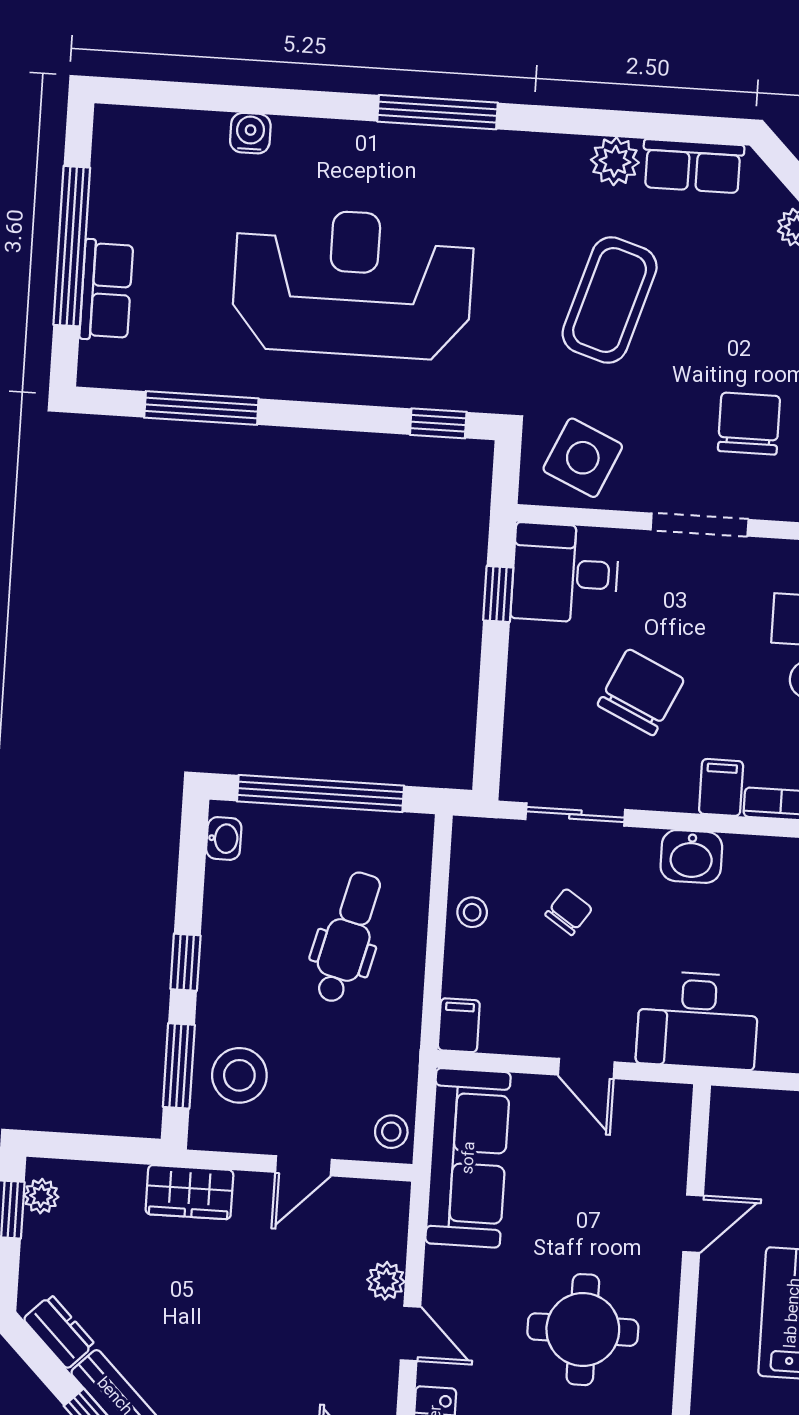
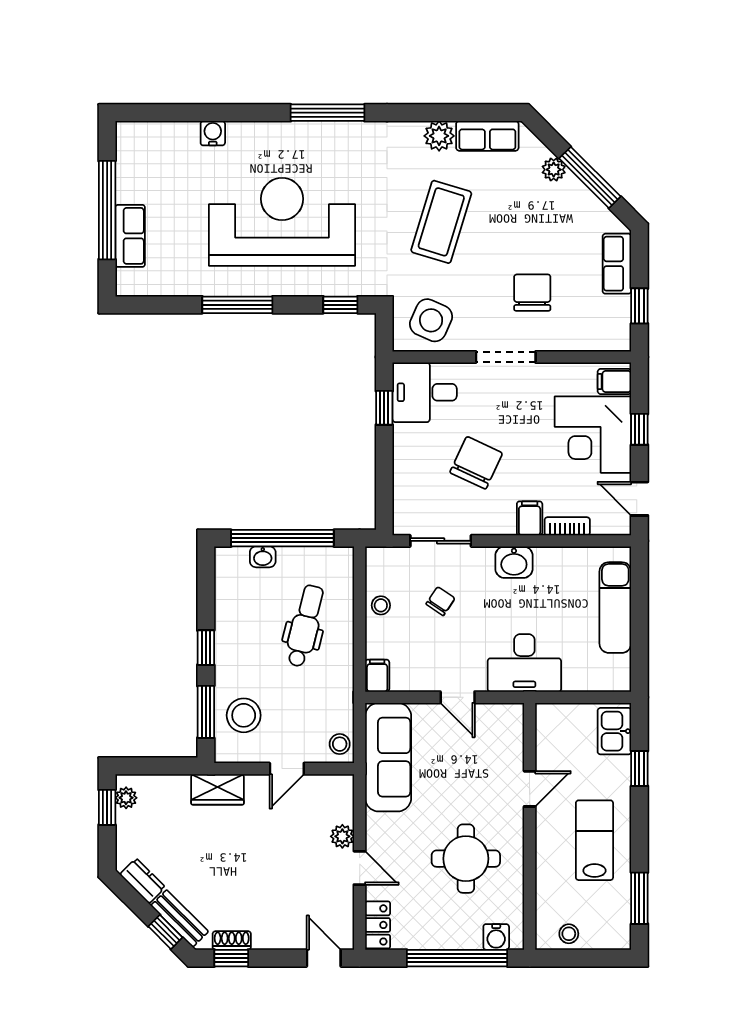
window: (201, 408) -> (237, 305), moved
washbasin: (224, 838) -> (263, 557), moved, turned 90

